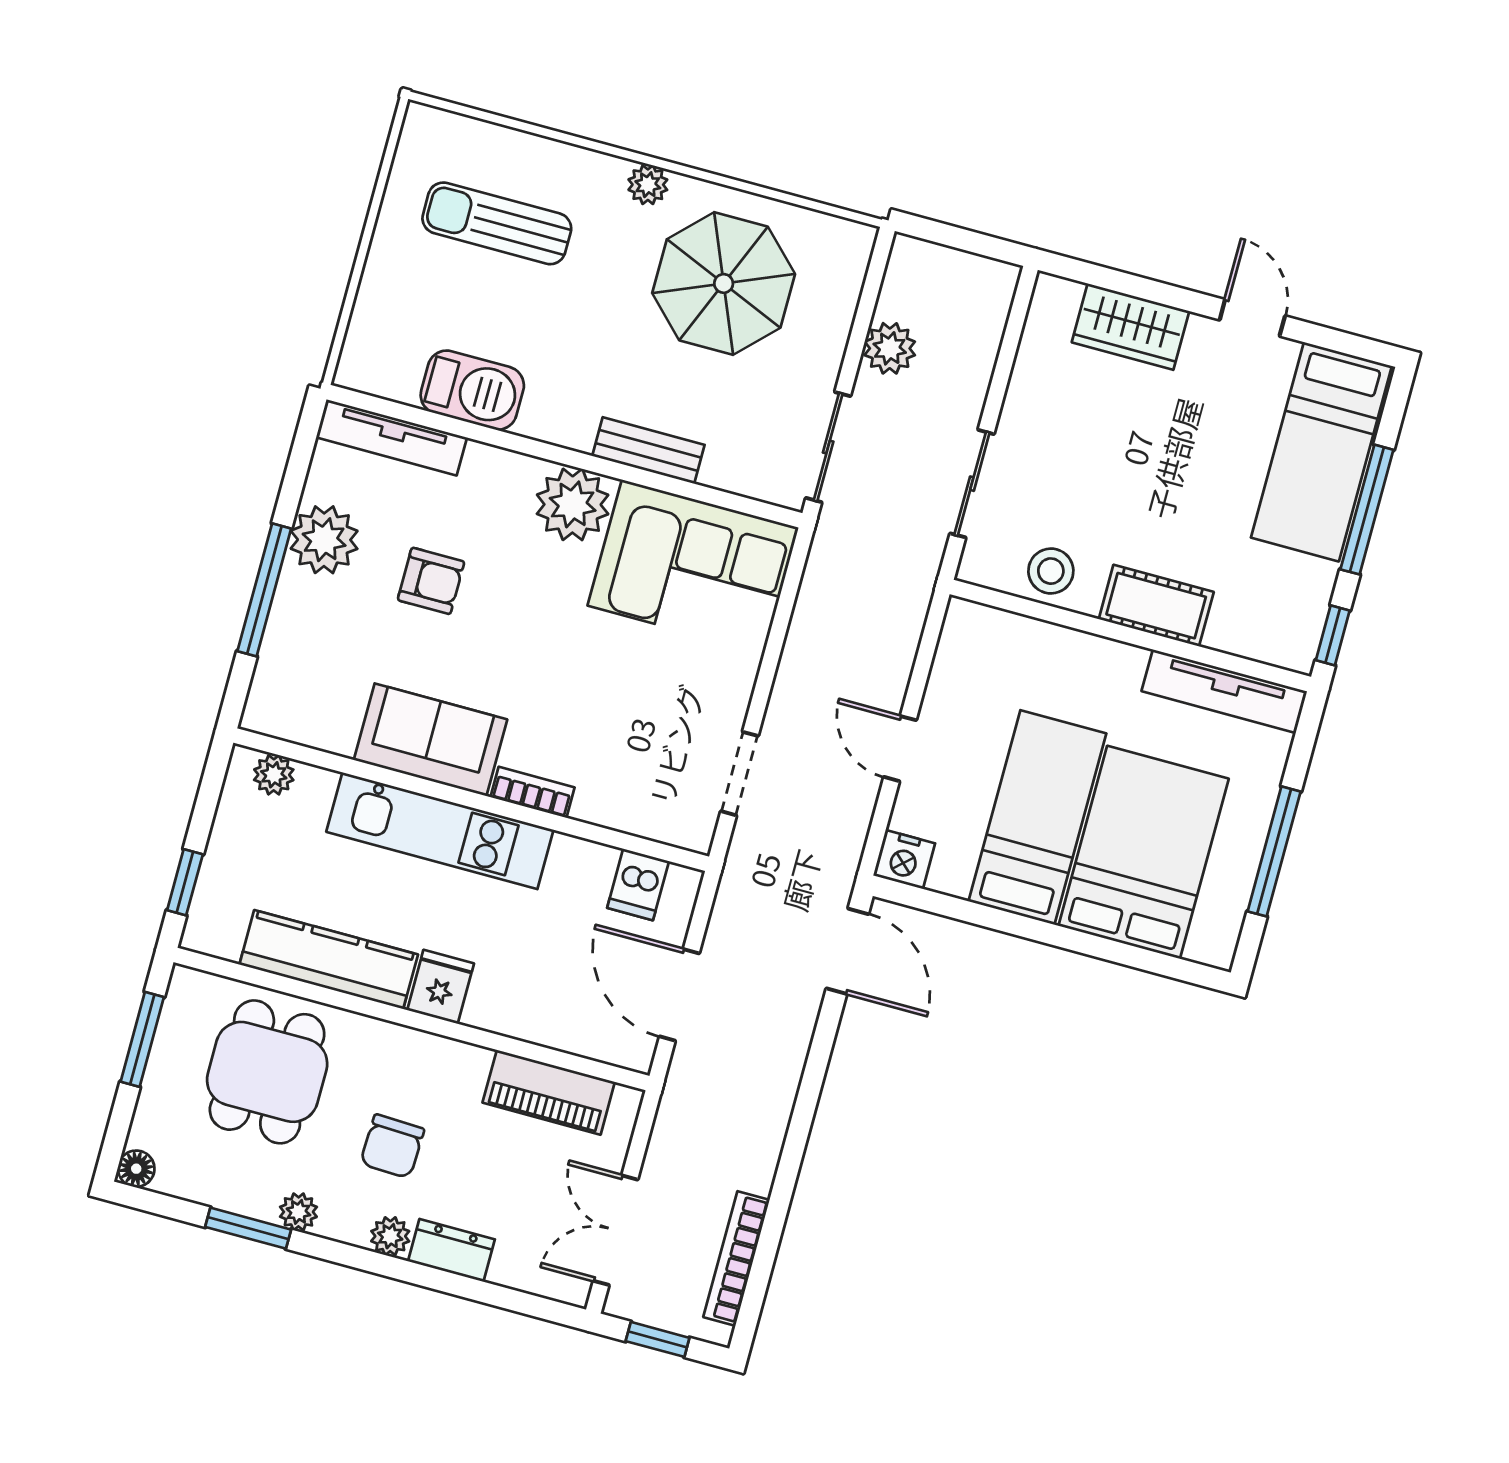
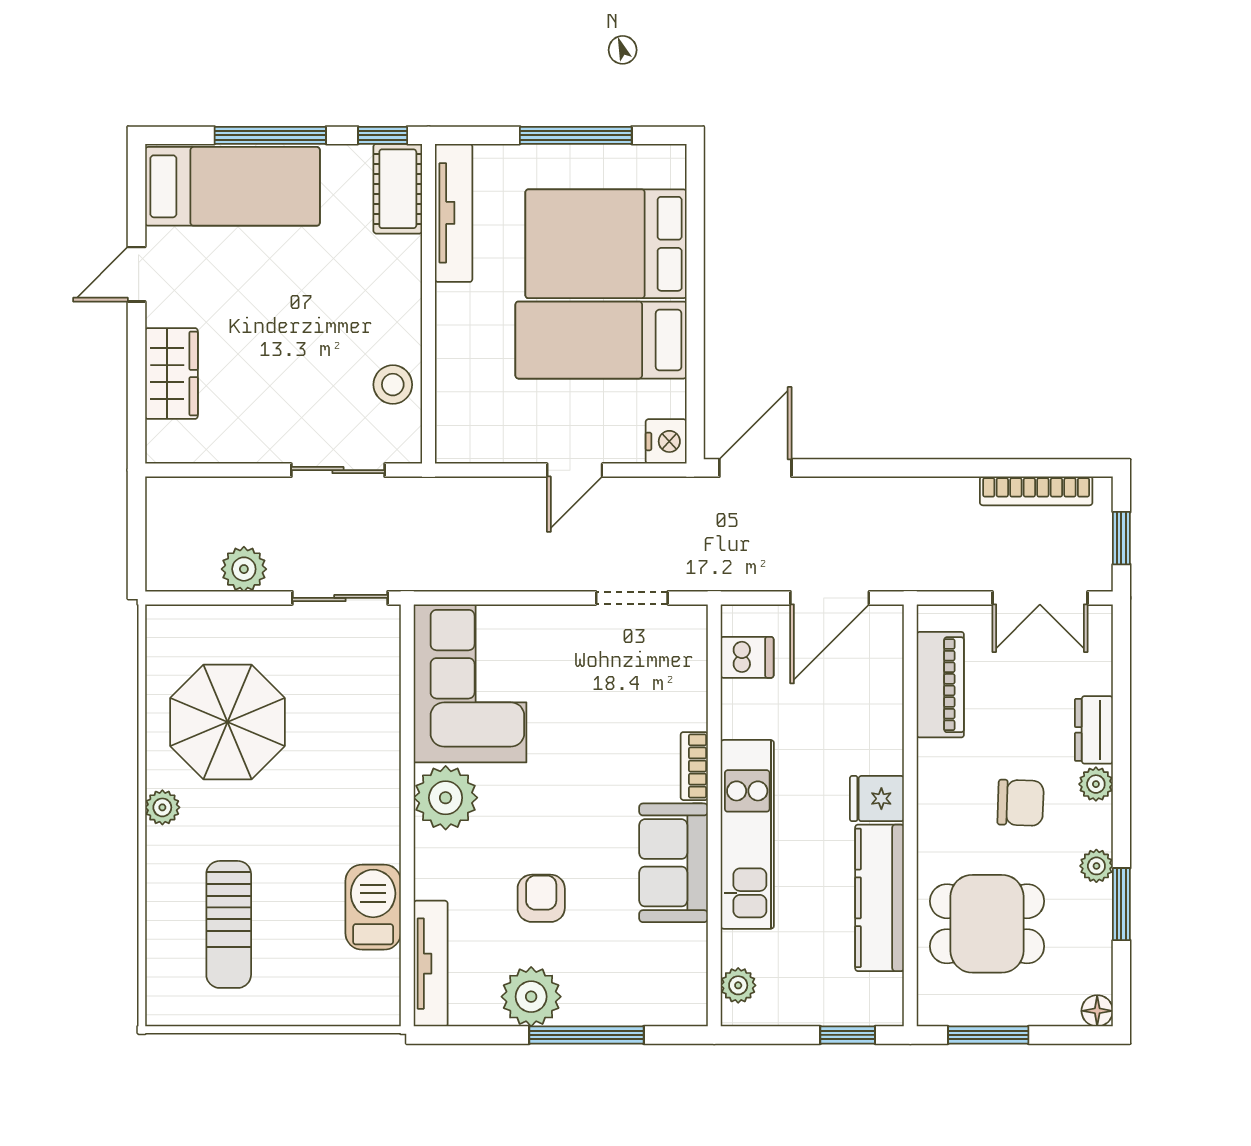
bench: (648, 450) -> (383, 747), removed
cot: (1156, 606) -> (398, 189), moved

